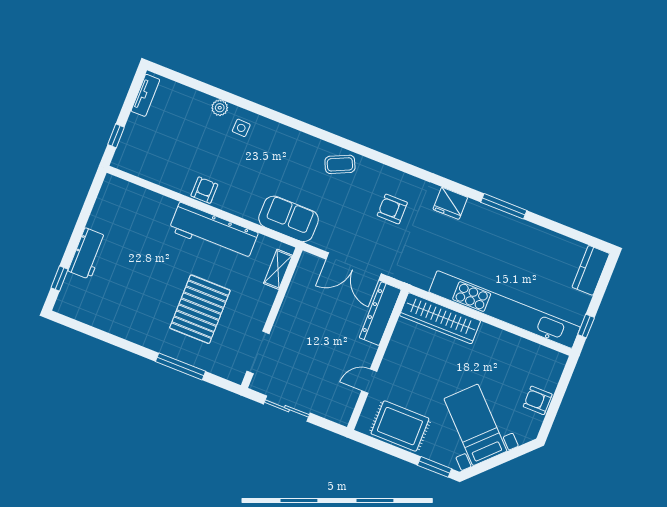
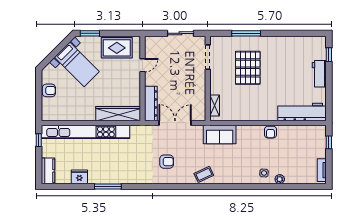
fridge: (450, 203) -> (79, 177), moved
workbench: (213, 232) -> (302, 112), moved

